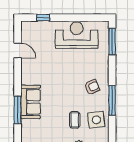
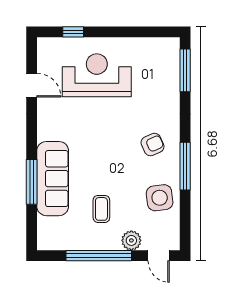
reception desk: (77, 35) -> (97, 75), moved
sofa: (31, 102) -> (53, 179), width x1.36
coffee table: (75, 120) -> (101, 209), moved

